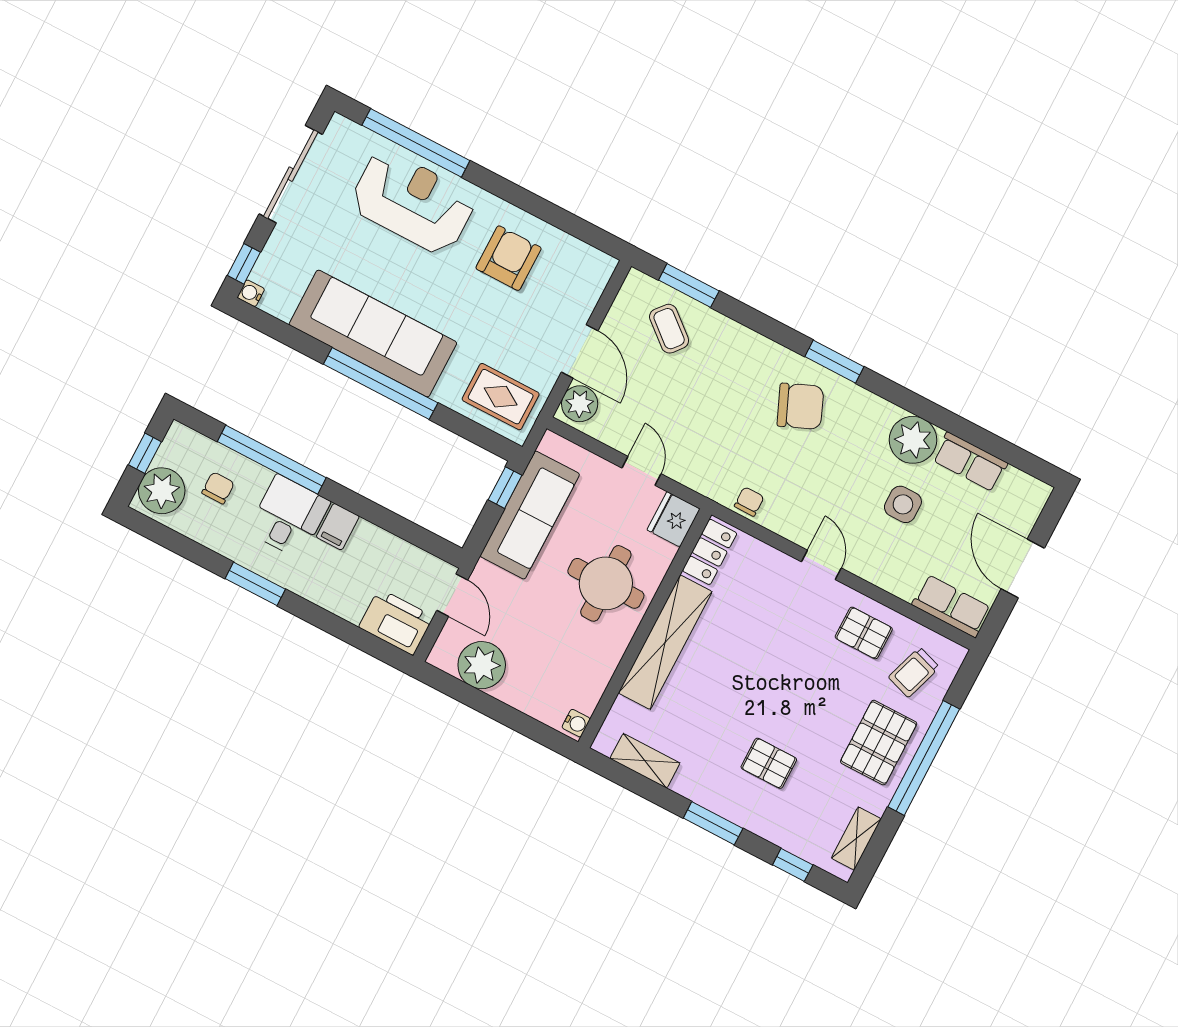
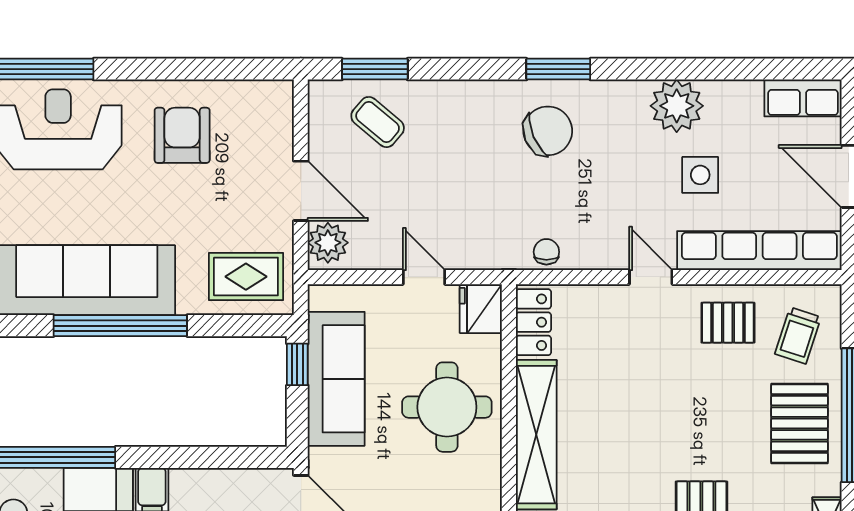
row of seats: (970, 462) -> (803, 98), moved
row of seats: (951, 606) -> (759, 251), width x2.02

